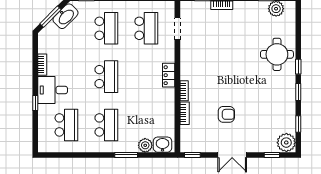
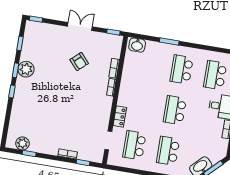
round table: (277, 54) -> (28, 105), removed
locker: (169, 75) -> (120, 116), moved
armchair: (226, 114) -> (79, 62), turned -132
plant: (286, 143) -> (26, 69), moved
plant: (145, 145) -> (152, 47), removed
window: (272, 155) -> (36, 19), moved

